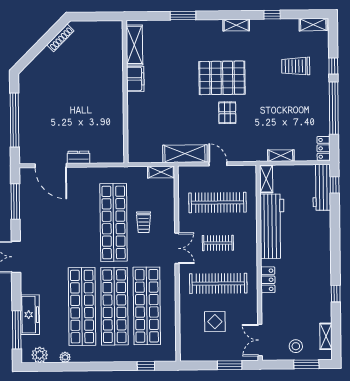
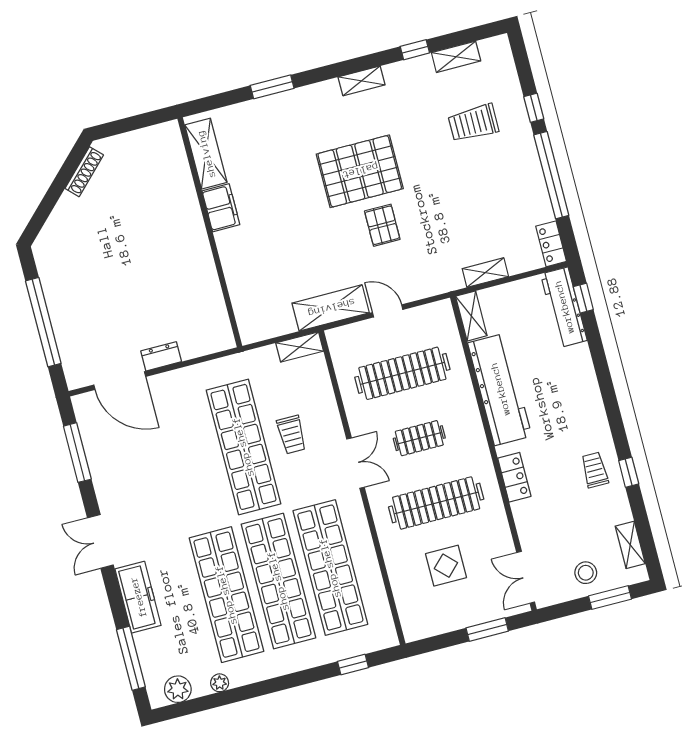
shelving: (313, 25) -> (456, 57), moved
trolley: (316, 287) -> (595, 470), added
freezer: (30, 315) -> (138, 597), moved

